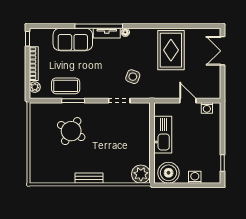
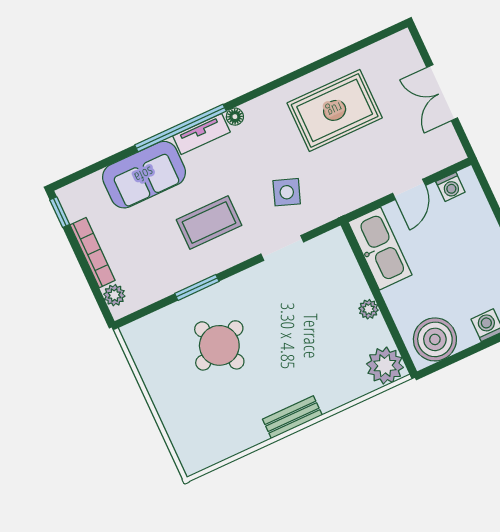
rug: (171, 50) -> (335, 110), turned 90
double door: (223, 51) -> (442, 93), moved
coffee table: (66, 86) -> (209, 223), moved
door: (188, 101) -> (409, 189), swing flipped
round table: (71, 131) -> (219, 345), turned 37
kitchen sink: (163, 135) -> (380, 248), moved
plant: (145, 146) -> (369, 309), added

